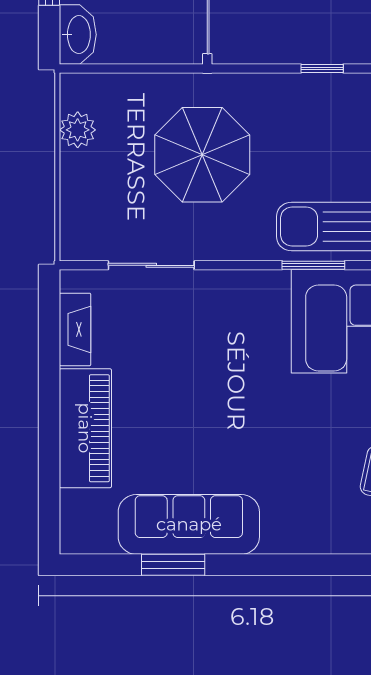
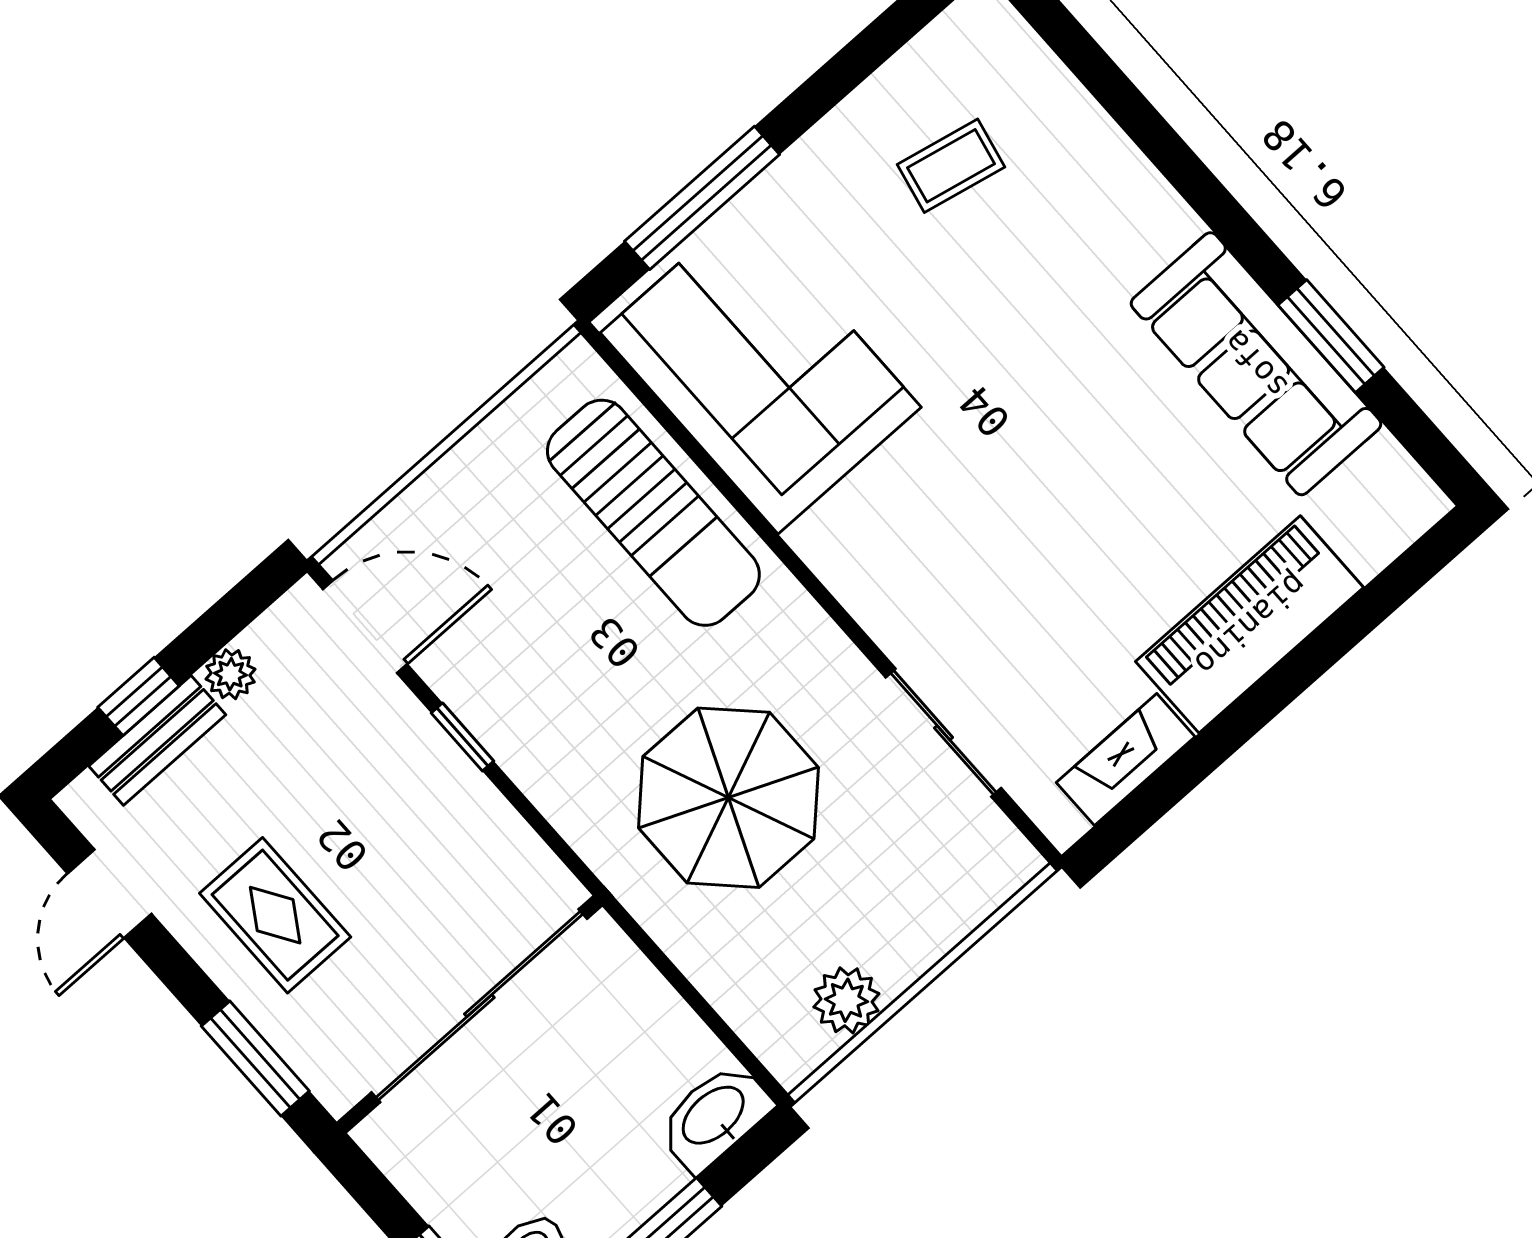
window: (313, 265) -> (745, 509), removed

